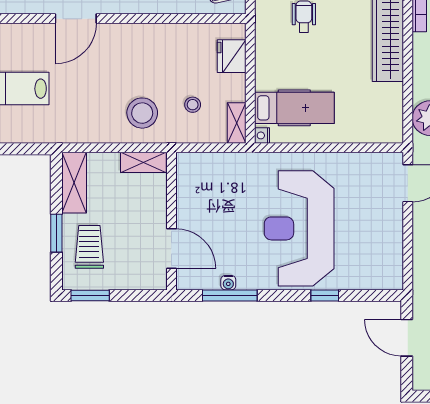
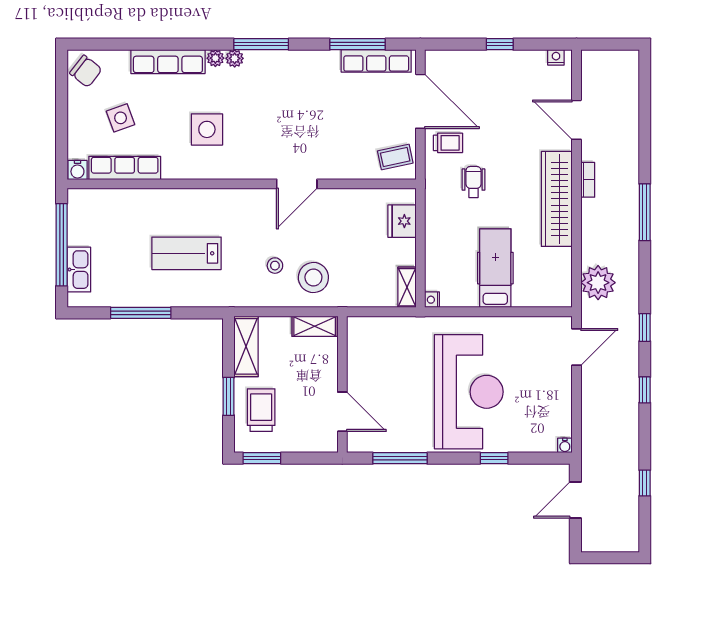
door: (76, 19) -> (297, 184), moved
stool: (193, 105) -> (275, 266), moved
hospital bed: (294, 108) -> (495, 268), moved, turned -90
reception desk: (299, 228) -> (469, 392), turned 180
water cooler: (228, 283) -> (565, 445), moved
door: (407, 338) -> (575, 500), hinge flipped

